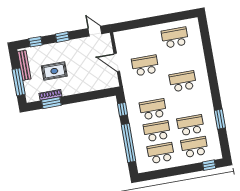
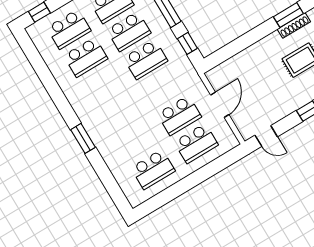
door: (117, 62) -> (220, 105), hinge flipped
school desk: (183, 81) -> (196, 143), moved
window: (220, 119) -> (83, 138), moved

